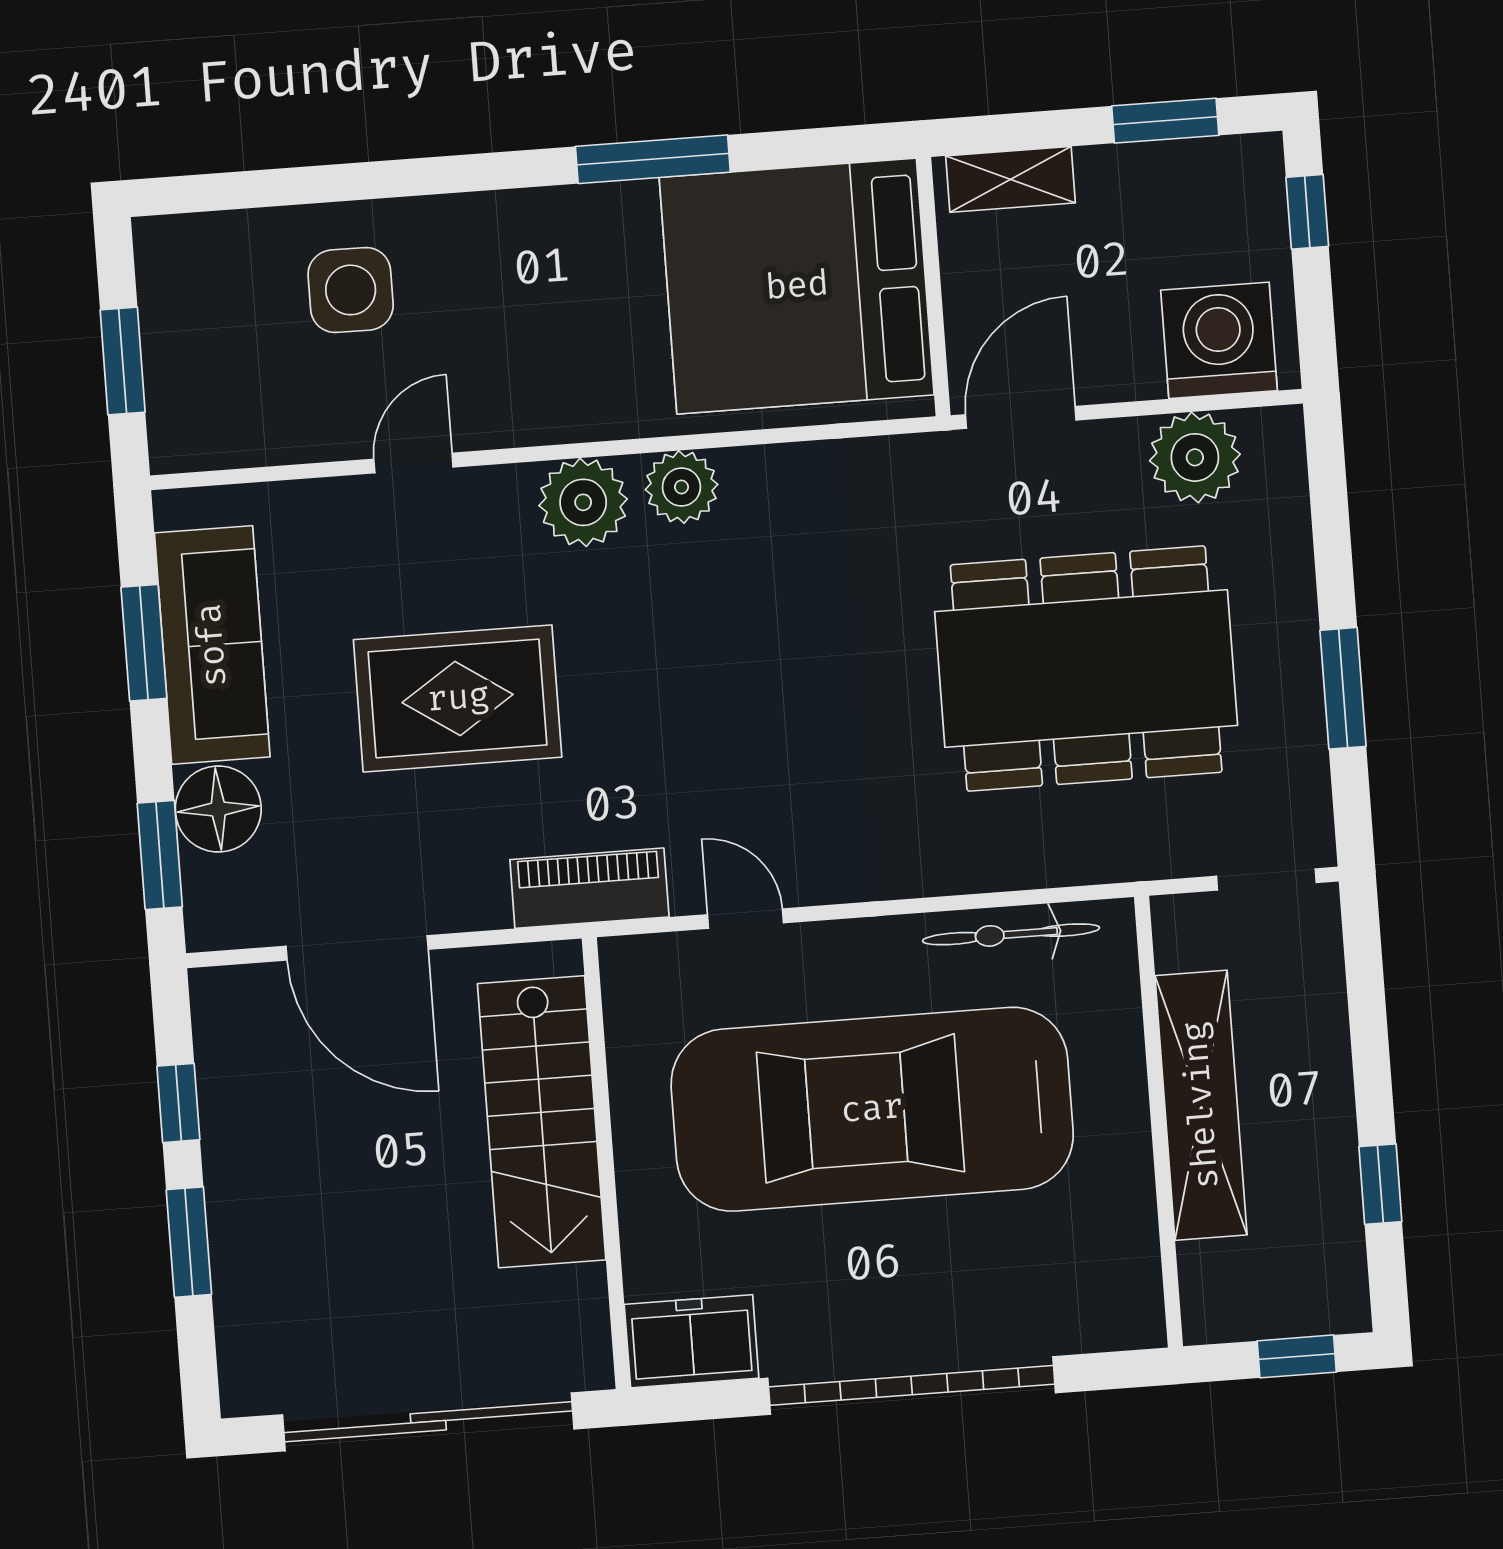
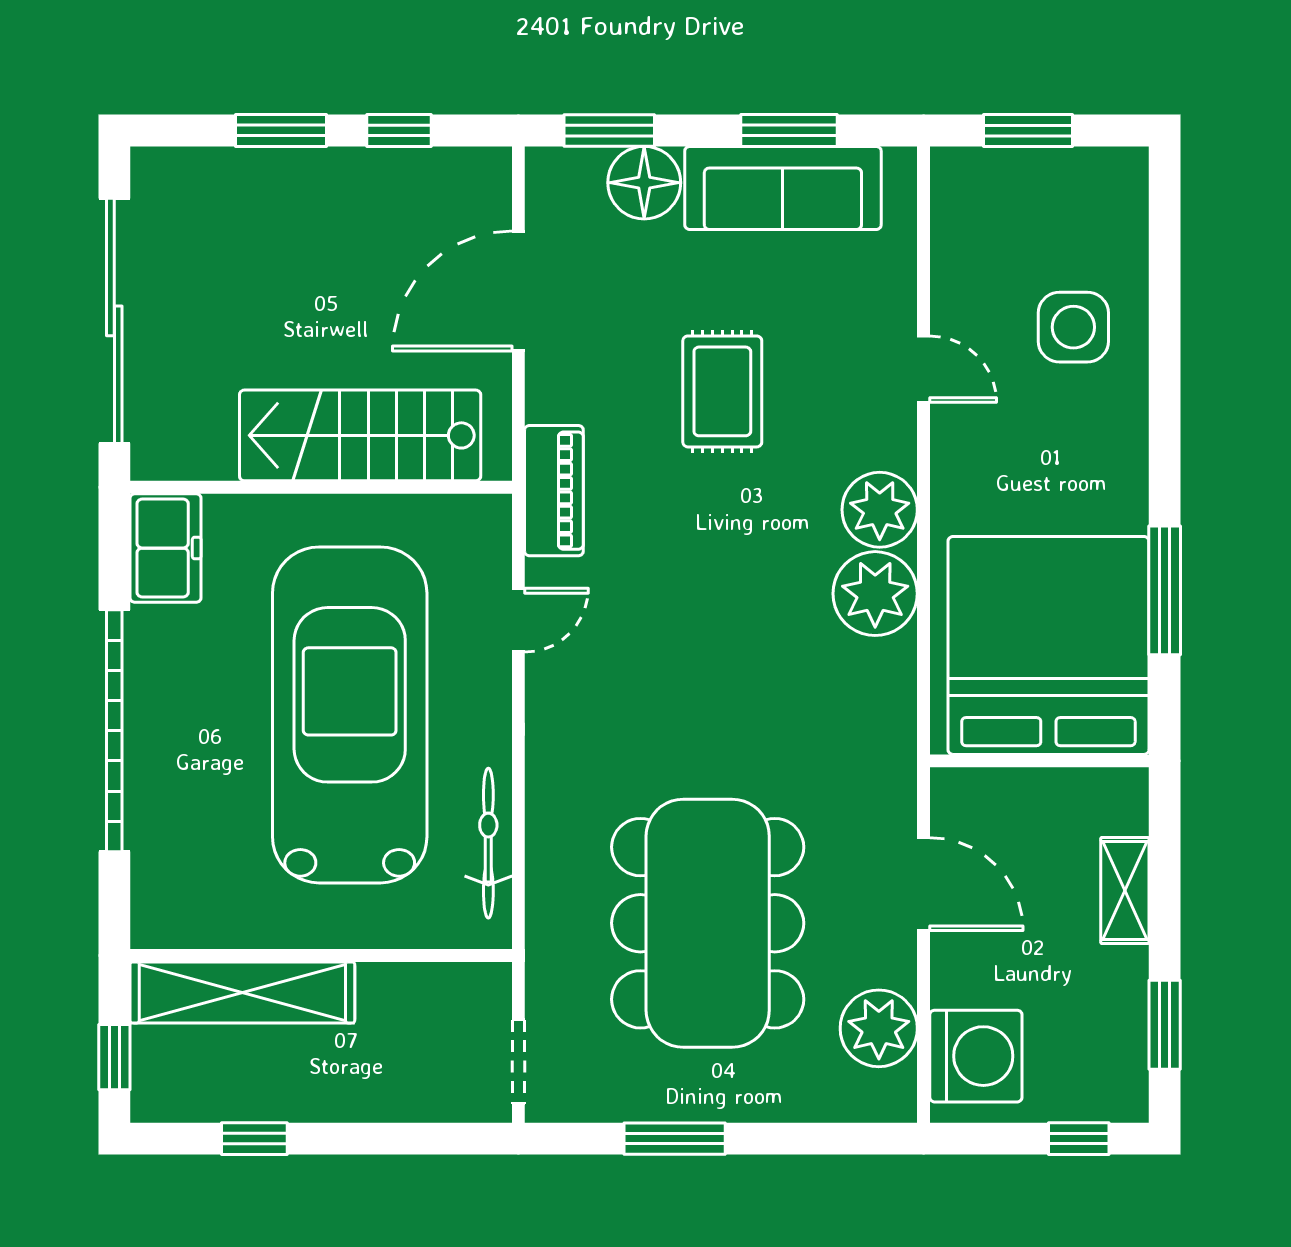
bed: (797, 286) -> (1048, 645), moved
wall: (933, 287) -> (1039, 761), moved
plant: (681, 487) -> (875, 594), width x1.36, depth x1.36
rug: (458, 698) -> (722, 391), width x0.73, depth x0.70
shelving: (1201, 1105) -> (242, 992), moved

